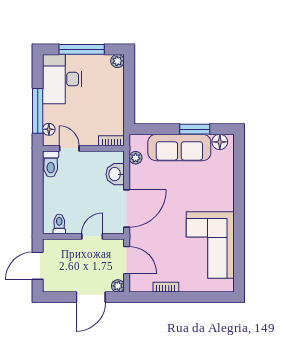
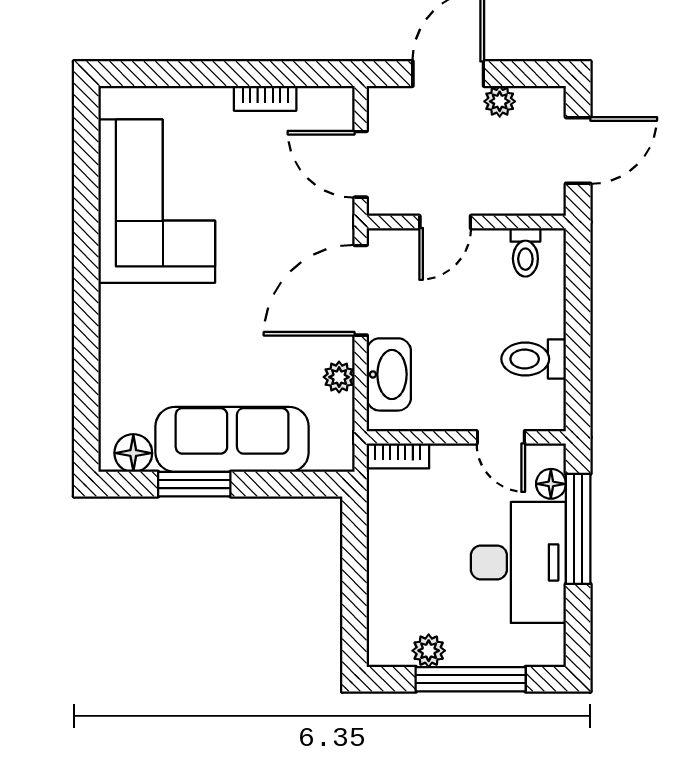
plant: (117, 61) -> (429, 651), moved
desk: (62, 79) -> (518, 562), moved
plant: (136, 158) -> (339, 377), moved
toilet: (51, 164) -> (534, 359), moved, turned -90
washbasin: (115, 174) -> (389, 374), width x1.38
plant: (118, 286) -> (500, 101), moved

